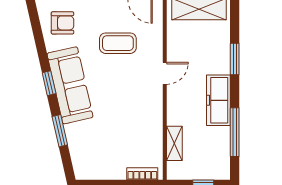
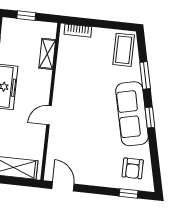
armchair: (62, 23) -> (133, 168), turned -90
coffee table: (118, 43) -> (124, 50), moved, turned 90

